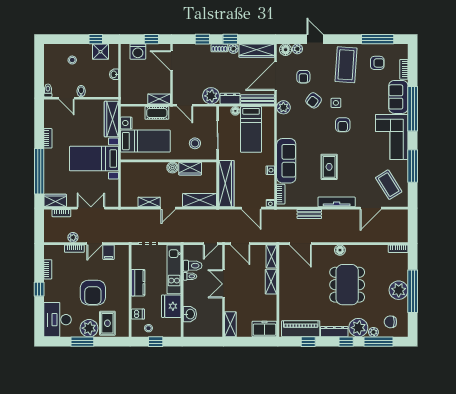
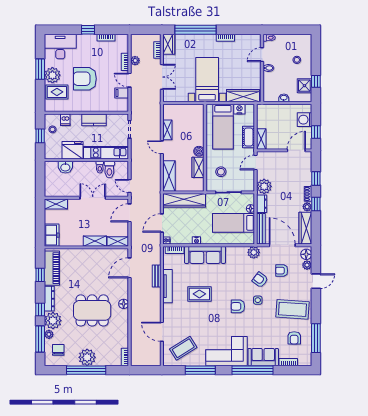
tv unit: (337, 202) -> (167, 286), moved

